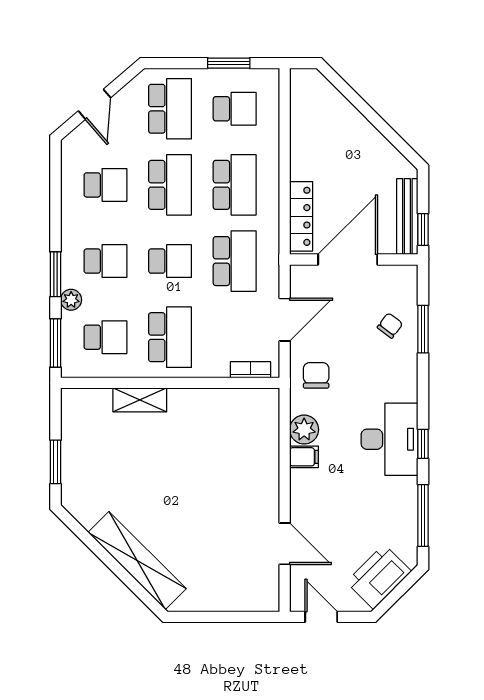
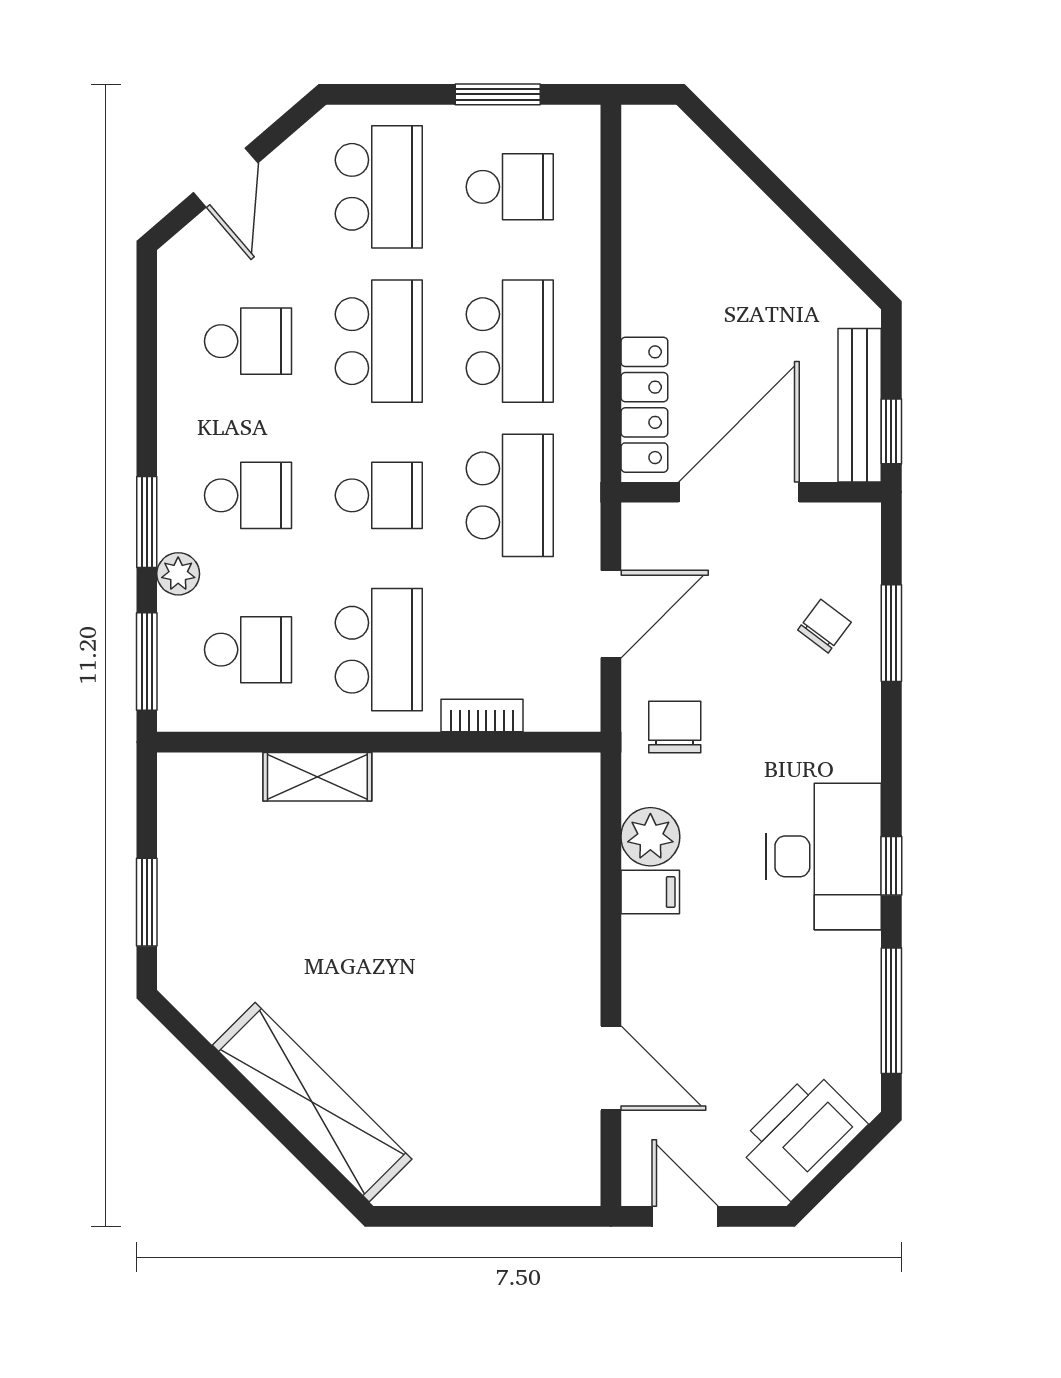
bookcase: (251, 370) -> (482, 716), moved

